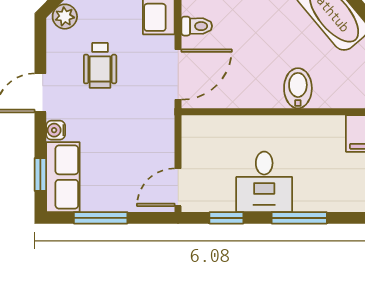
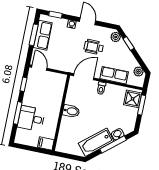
door: (178, 75) -> (84, 77), swing flipped
bidet: (298, 88) -> (71, 111), moved
row of seats: (63, 177) -> (43, 35), moved, turned -90
desk: (264, 182) -> (31, 118), moved

